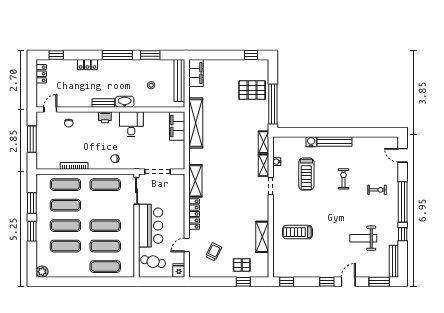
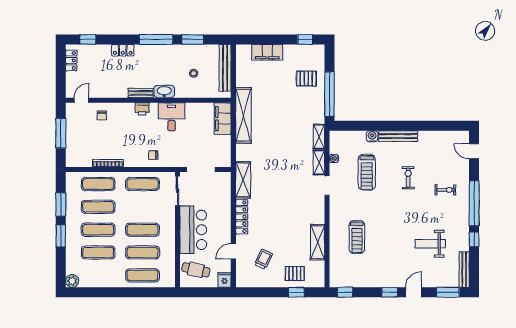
filing cabinet: (196, 73) -> (267, 52), moved, turned 90
pallet: (252, 90) -> (306, 79), width x0.67, depth x0.71
treadmill: (298, 232) -> (357, 237), turned -90

